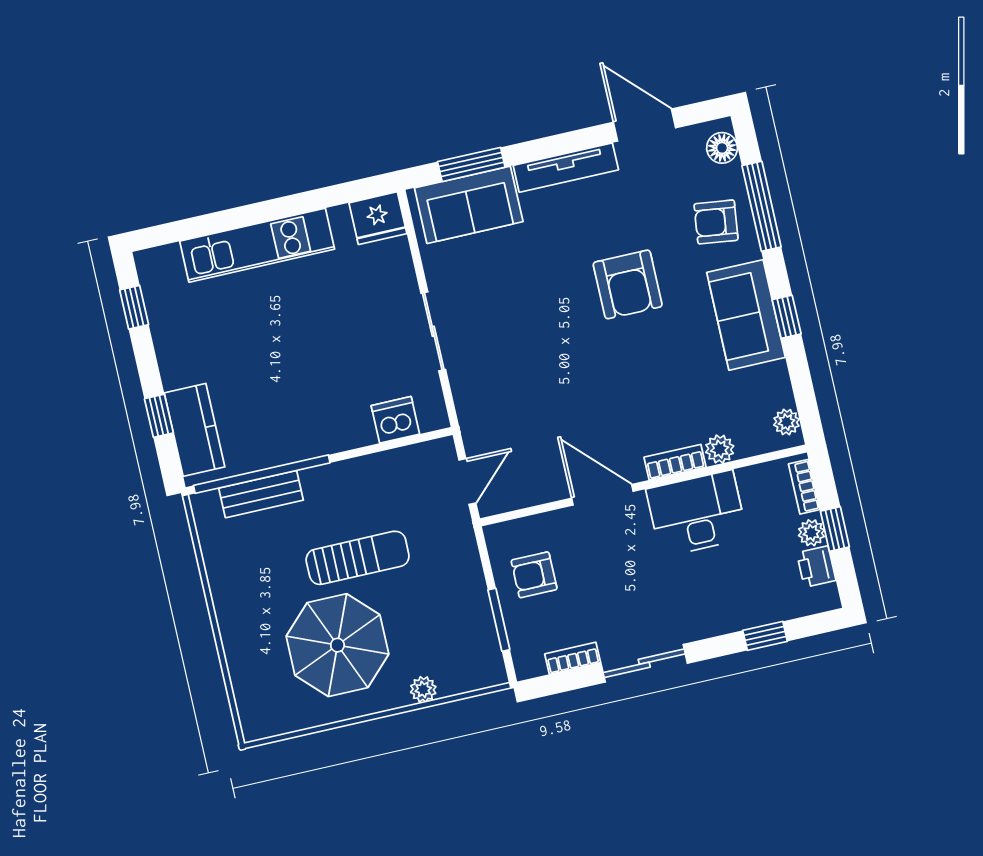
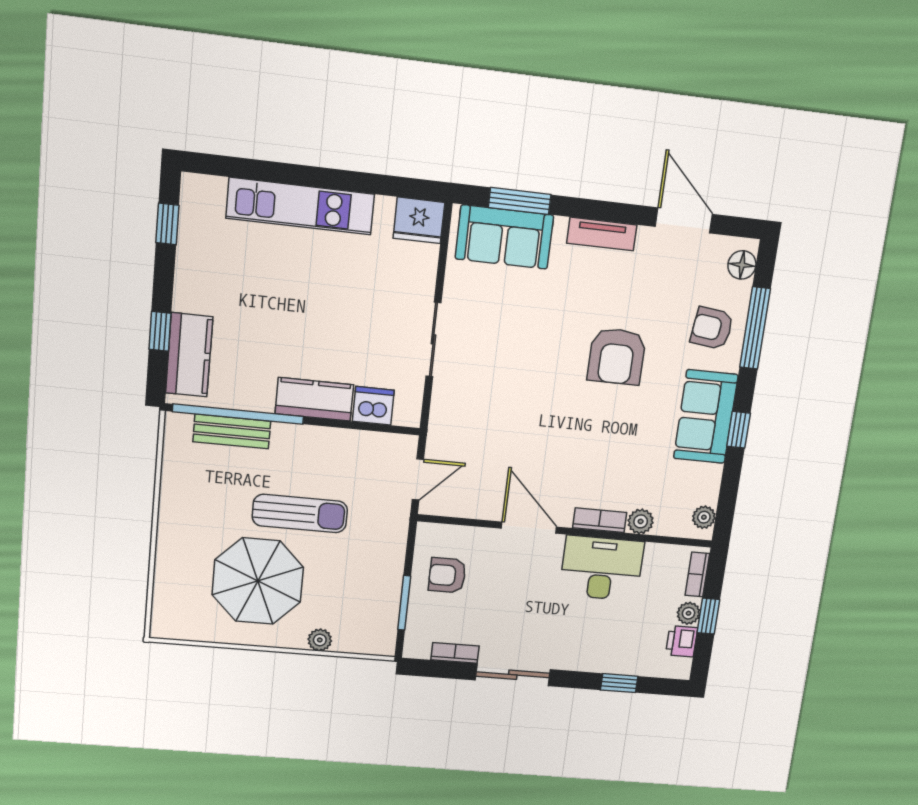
tv unit: (566, 168) -> (602, 234), width x0.71
kitchen counter: (333, 433) -> (314, 399), added

